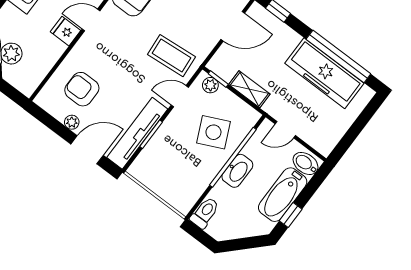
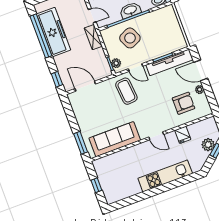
fridge: (65, 31) -> (183, 135), moved
armchair: (82, 89) -> (184, 103), turned -90
shelving: (249, 89) -> (93, 37), moved

